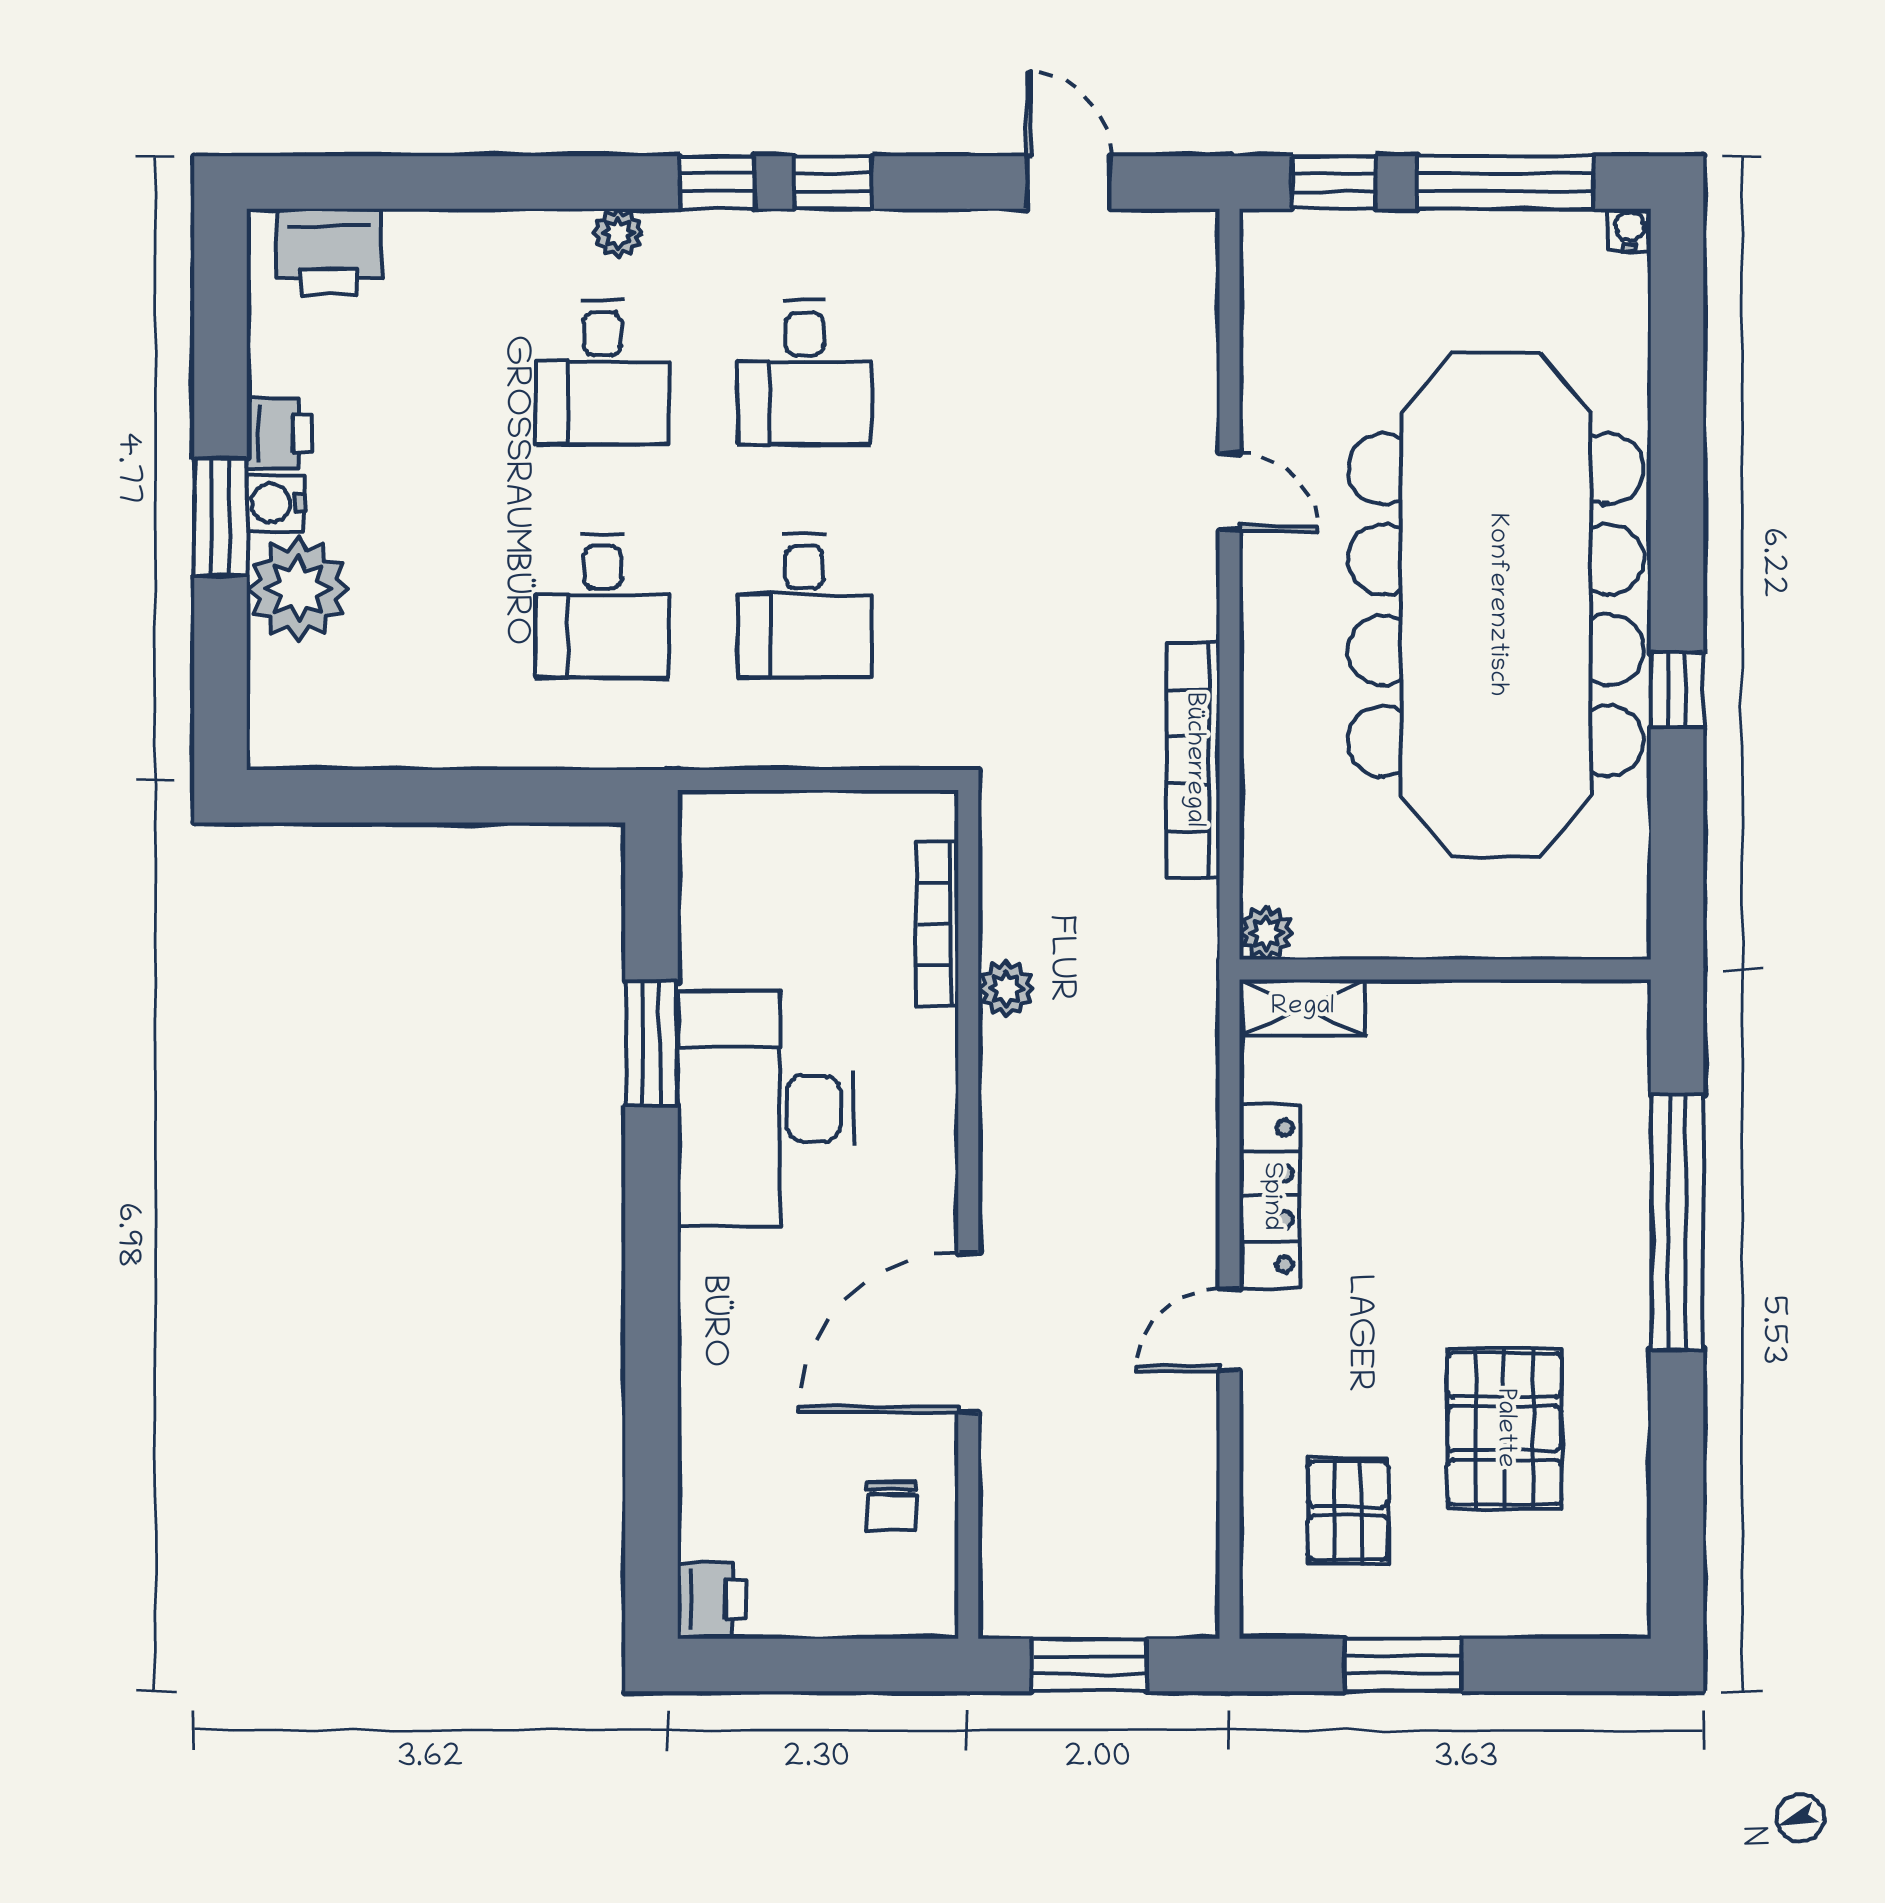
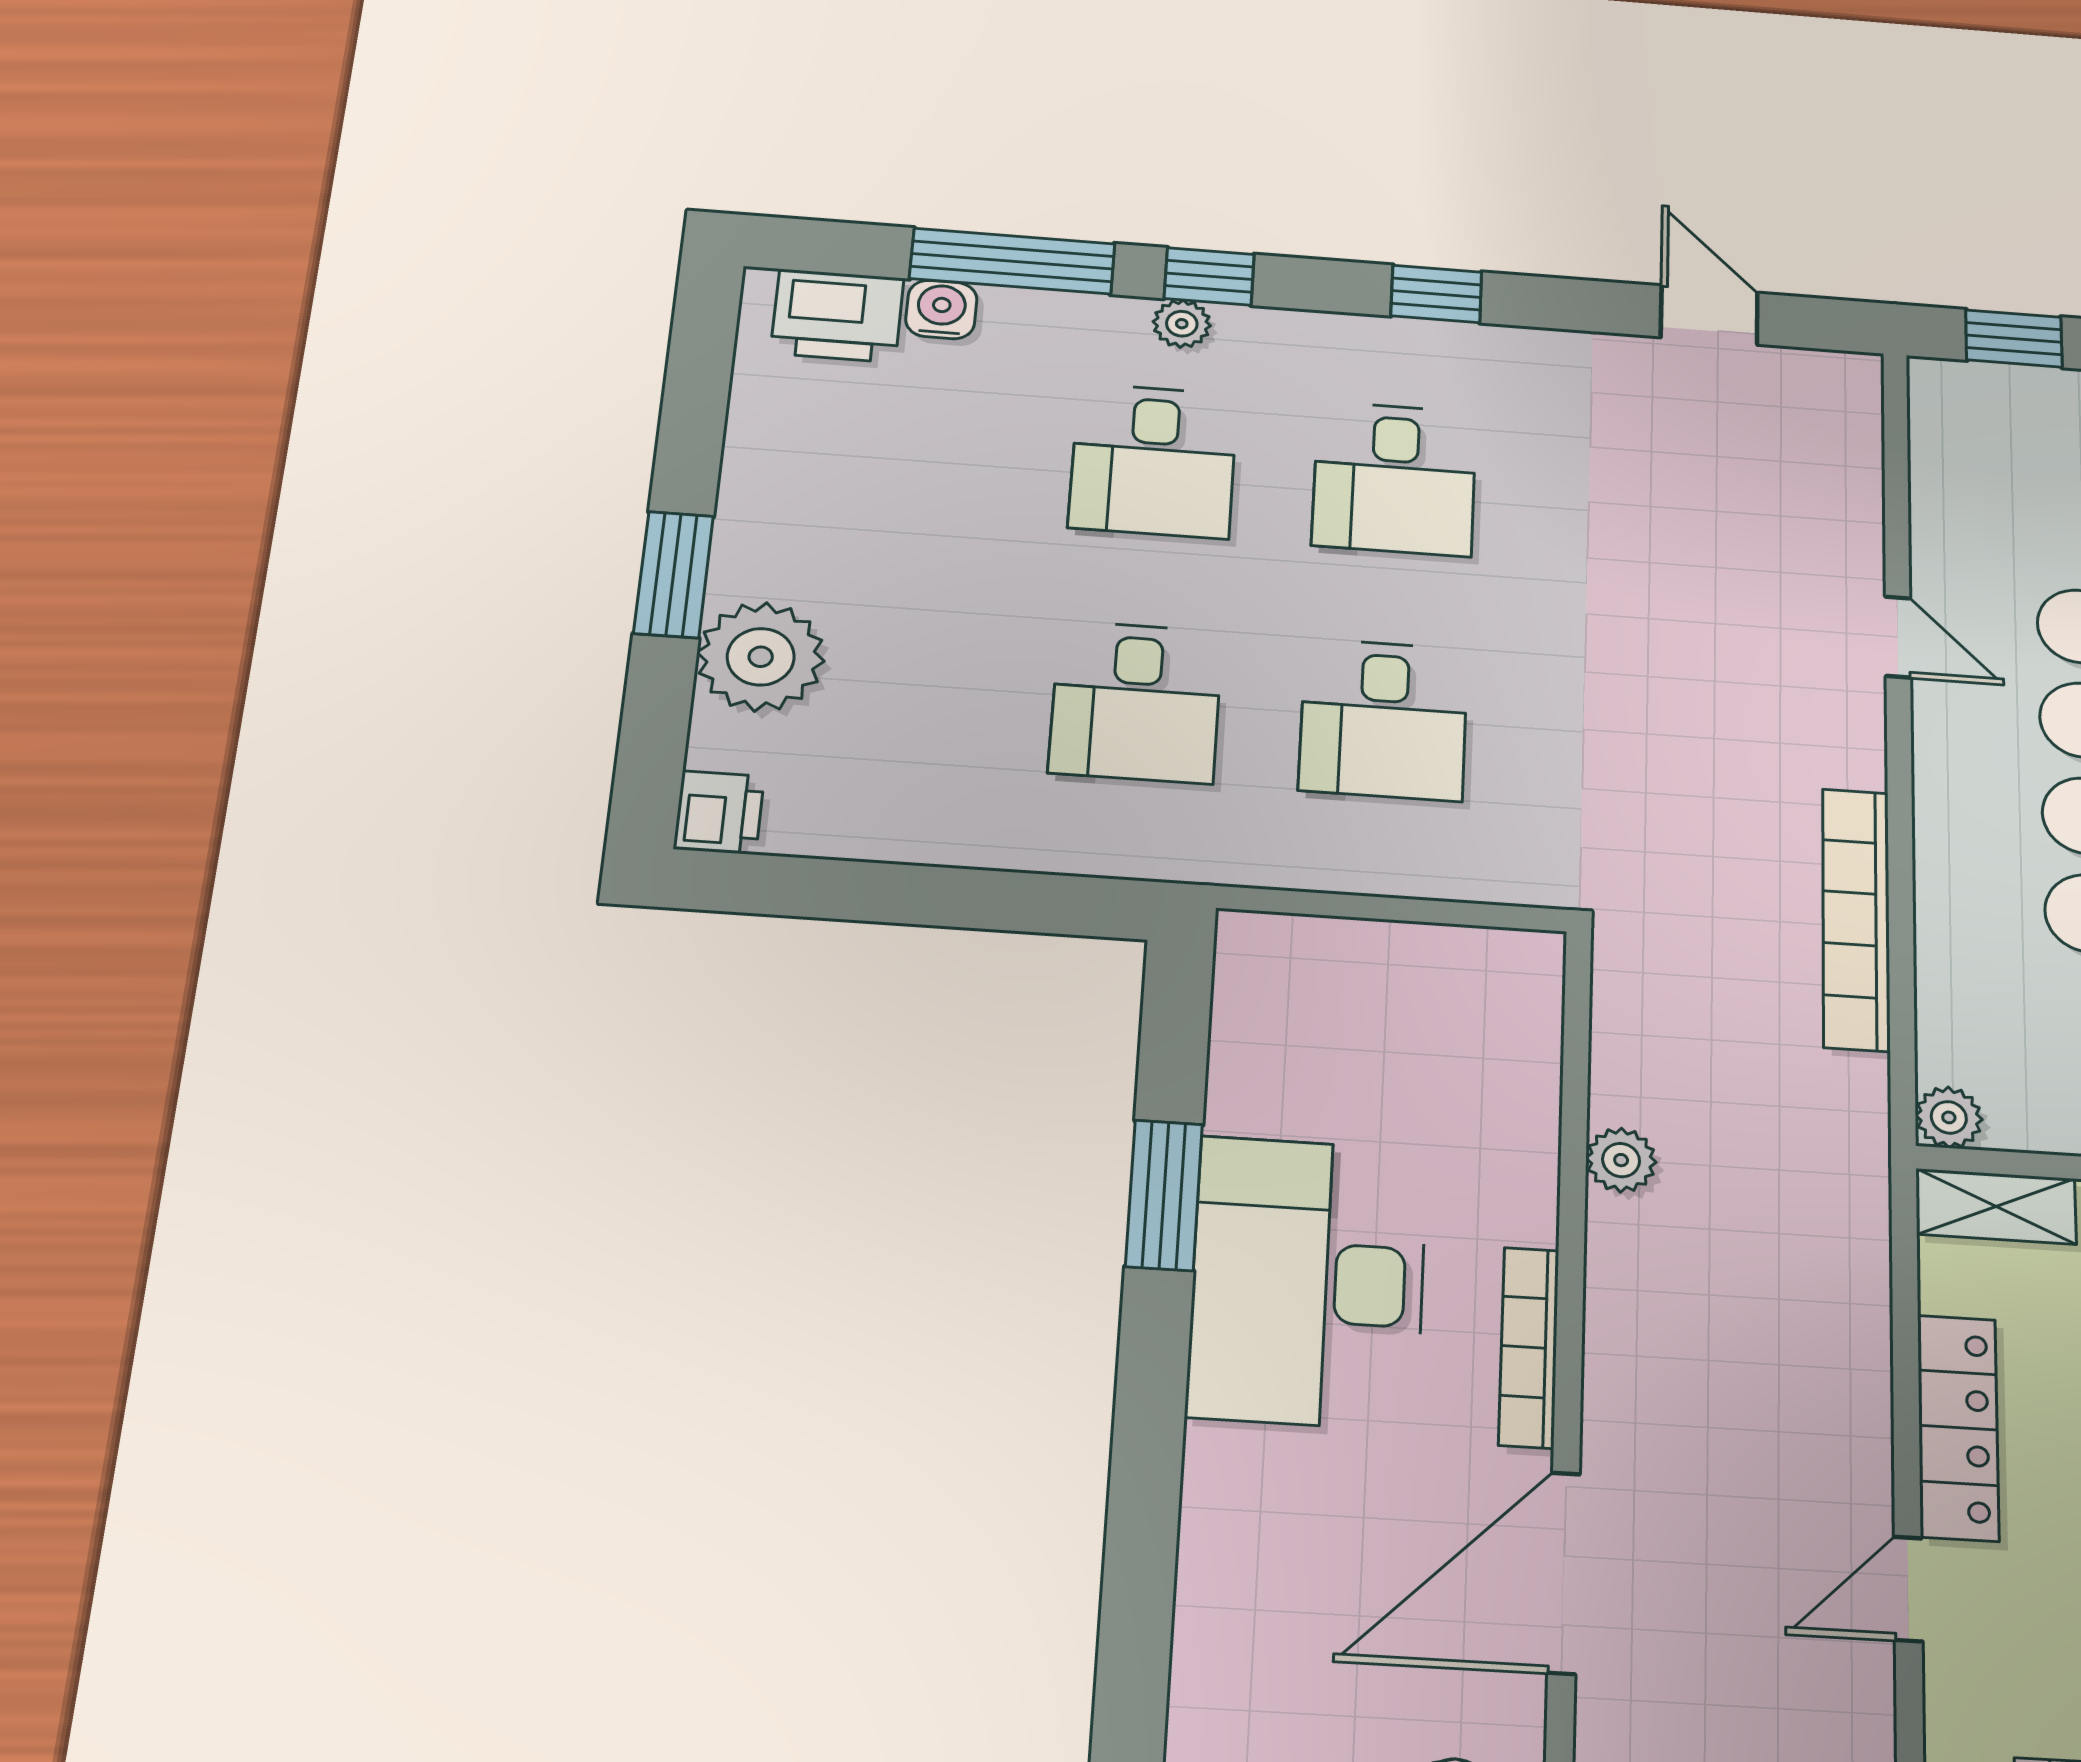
window: (471, 182) -> (1012, 261), added
window: (717, 182) -> (1209, 276), moved
printer: (279, 433) -> (719, 813), moved
water cooler: (275, 503) -> (941, 309), moved, turned 90
bookcase: (937, 924) -> (1529, 1347), moved

